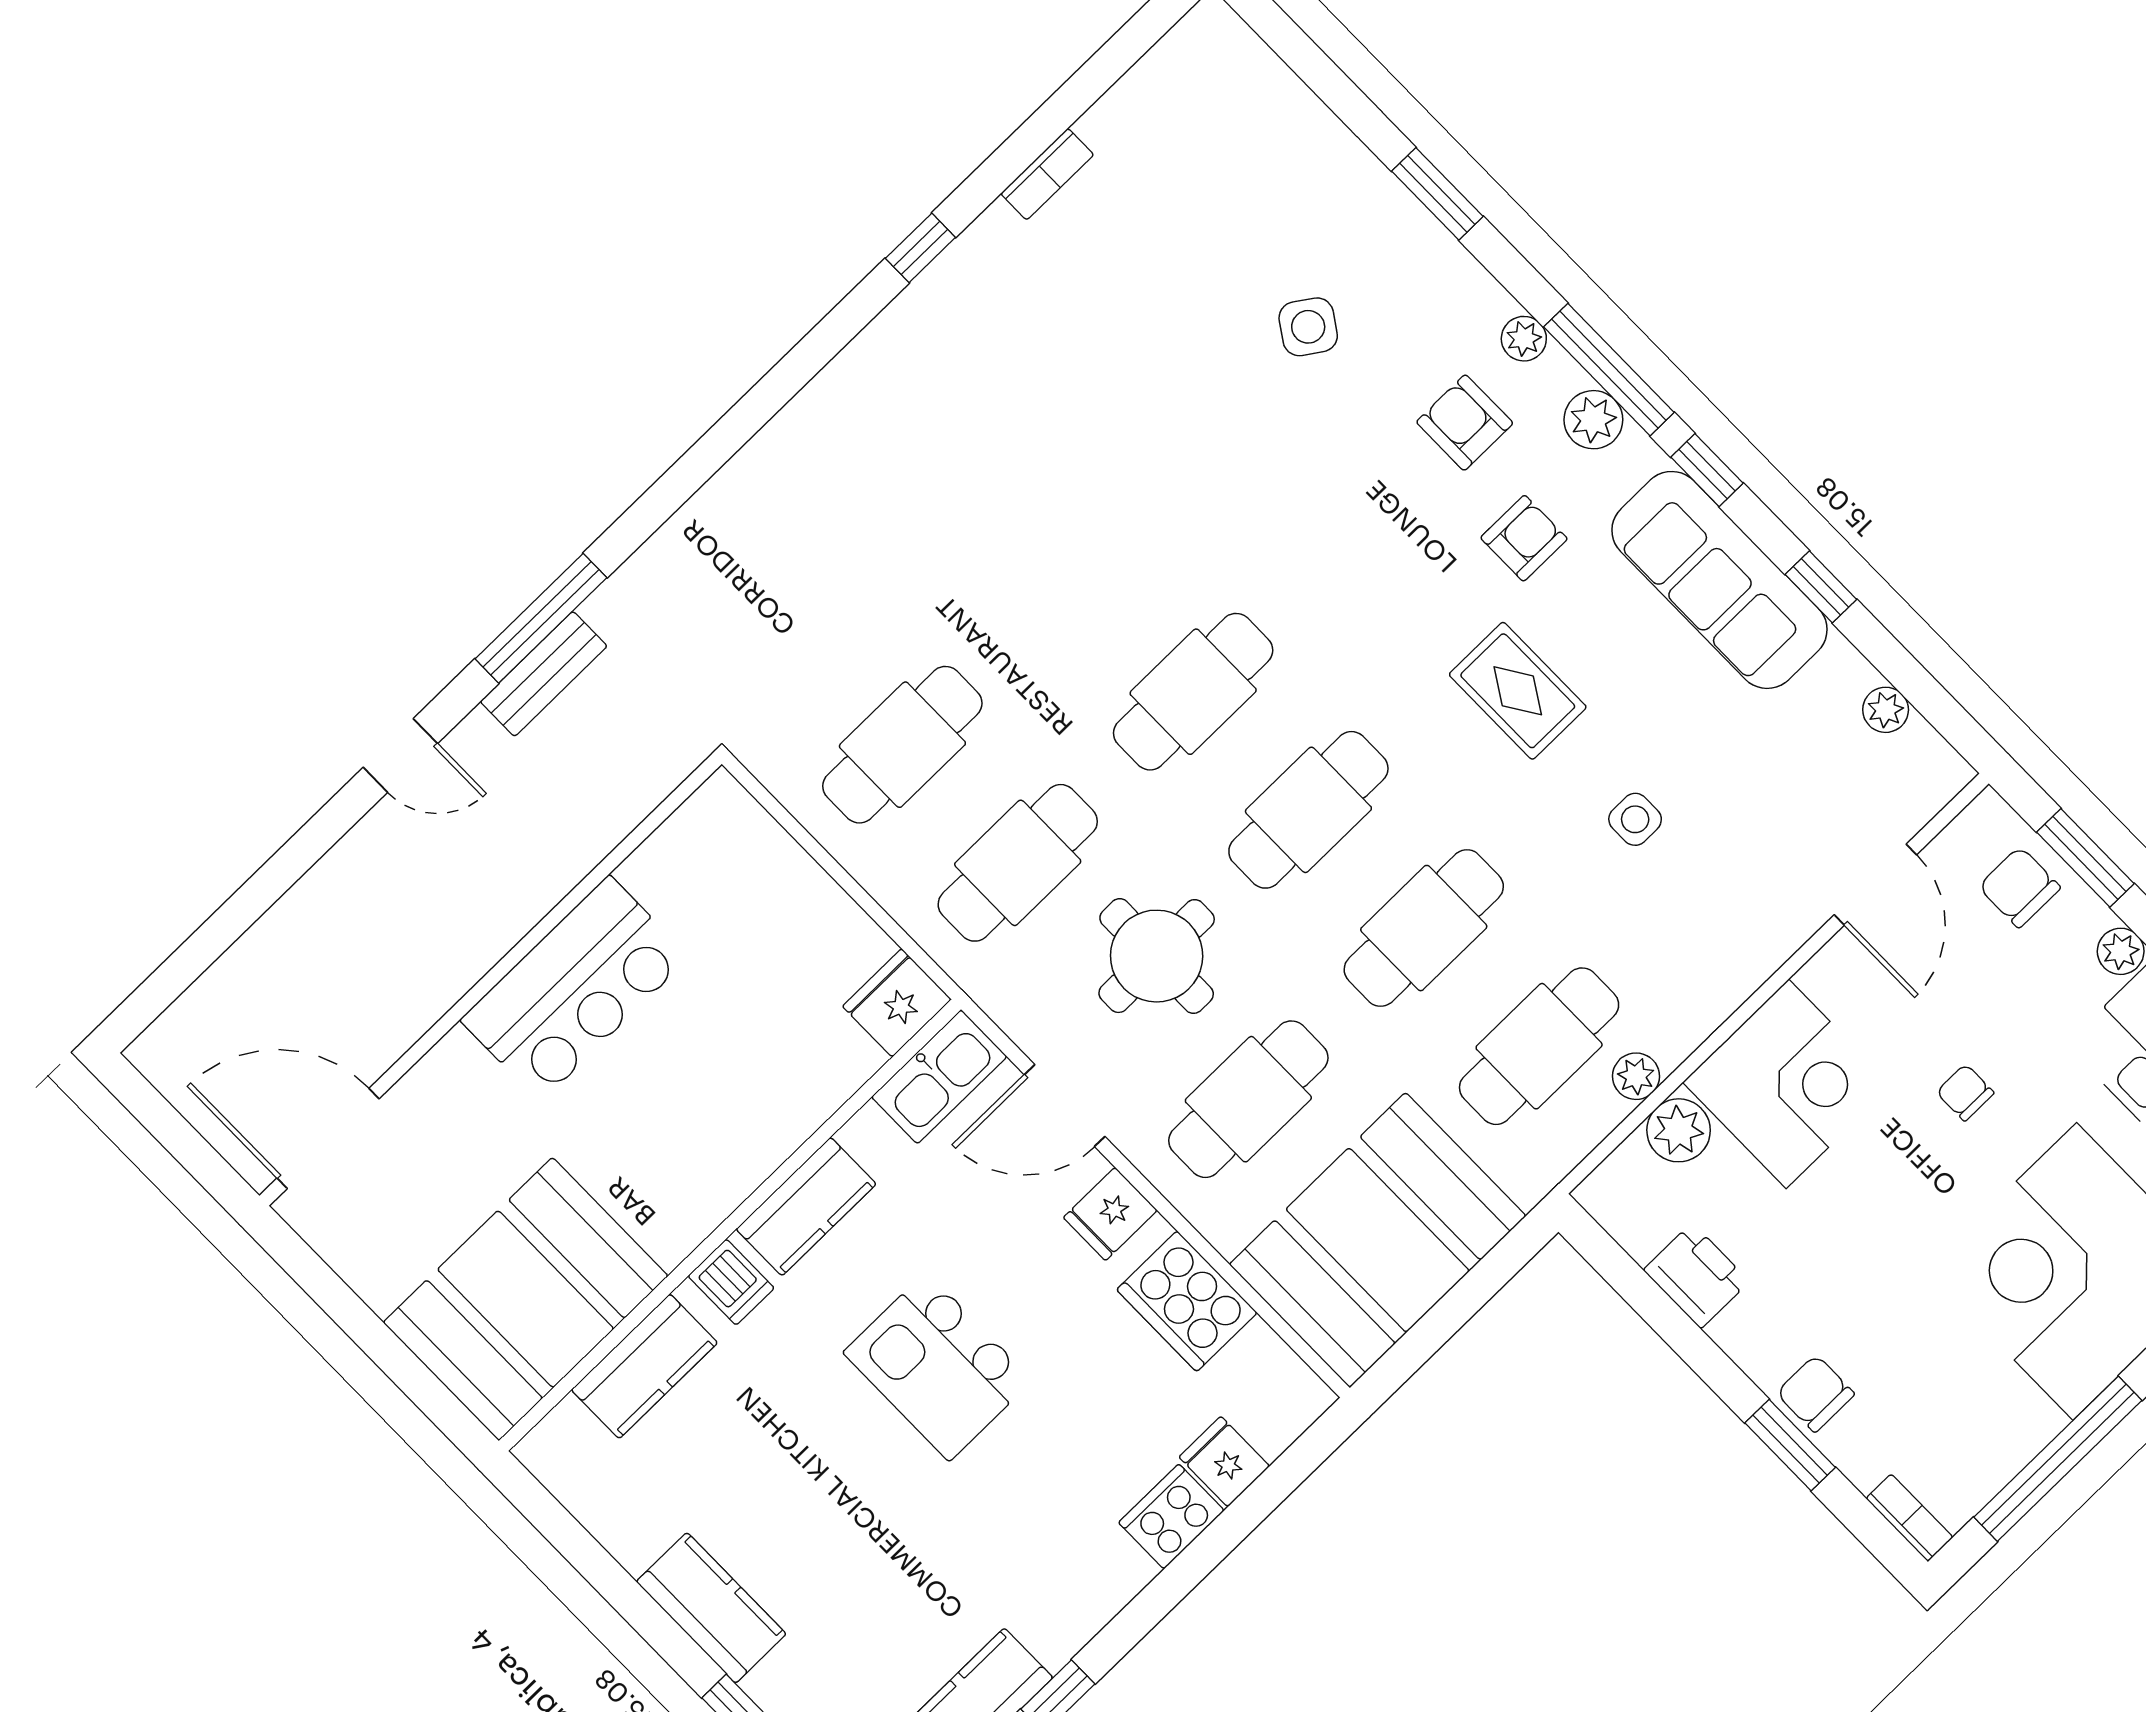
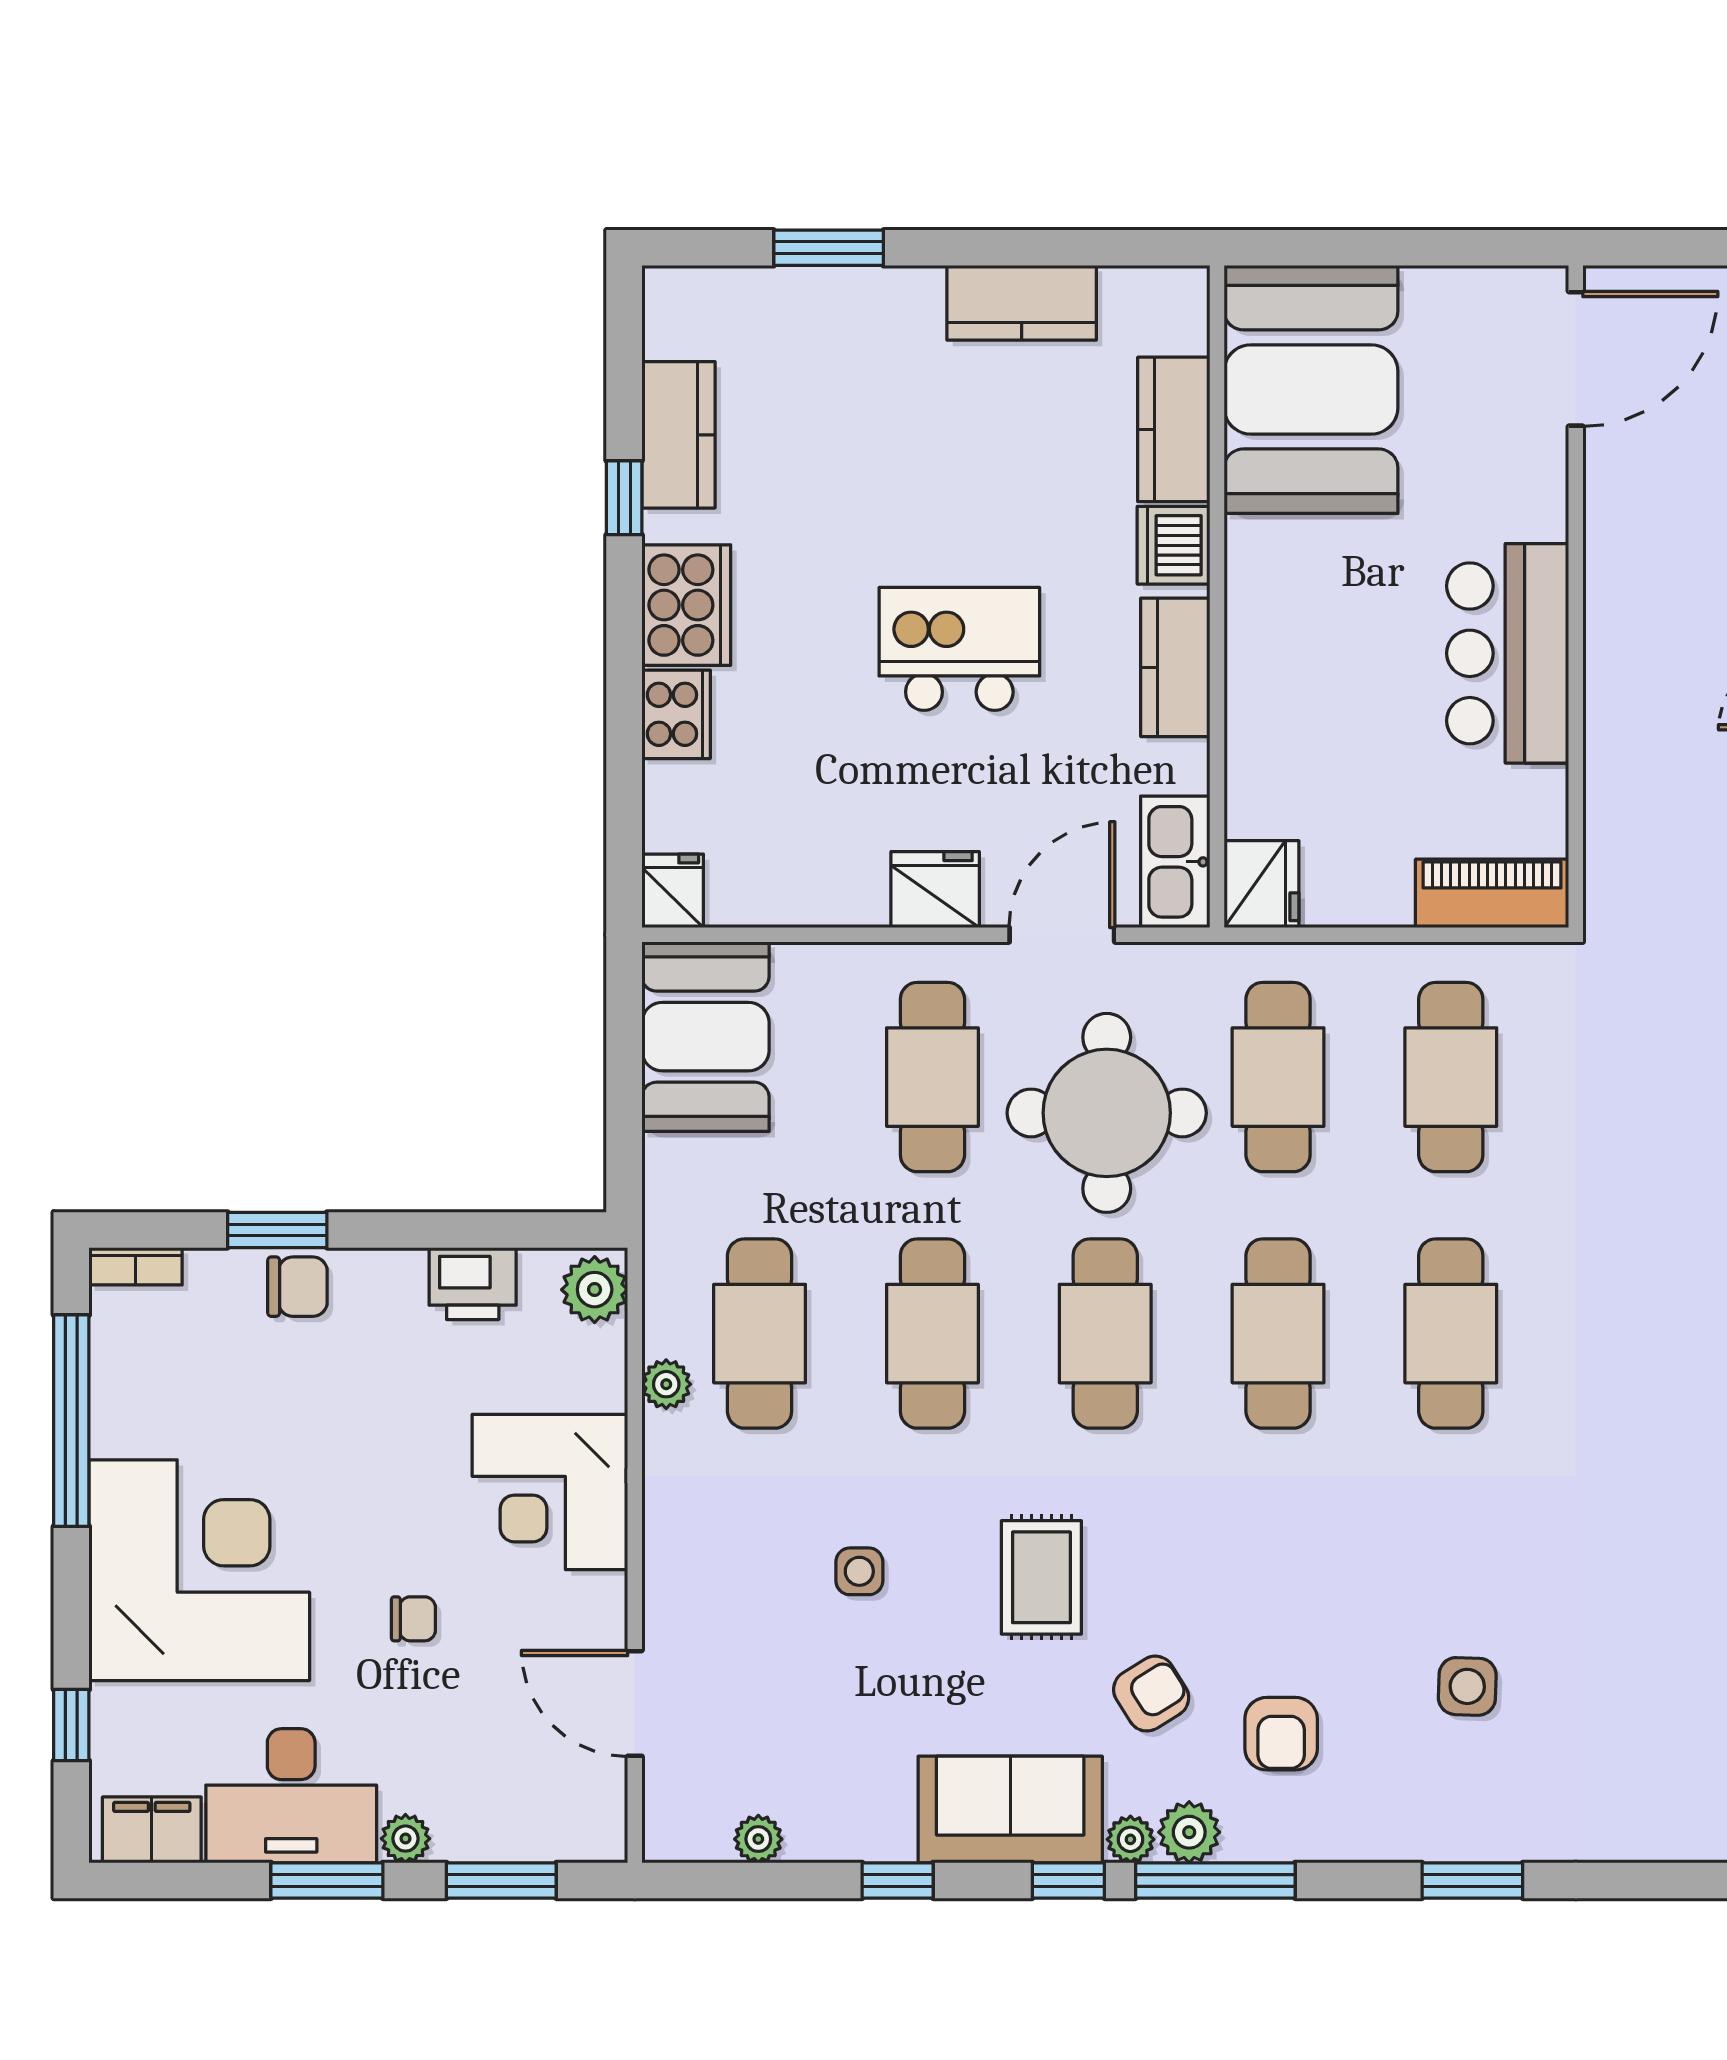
side table: (1308, 327) -> (1467, 1686), turned -32
plant: (1524, 339) -> (1130, 1839), moved
armchair: (1465, 423) -> (1281, 1734), turned 90
armchair: (1524, 538) -> (1151, 1694), turned -122
cafe table: (1078, 574) -> (1451, 1334), added
sofa: (1719, 580) -> (1010, 1810), width x0.73
rug: (1518, 691) -> (1041, 1577), turned 90
piano: (749, 839) -> (1492, 893), added
chair: (2019, 887) -> (528, 1810), removed
round table: (1157, 956) -> (1107, 1113), width x1.36, depth x1.36
plant: (1679, 1130) -> (595, 1290), moved
fridge: (1110, 1214) -> (935, 890), width x1.38
booth: (1378, 1240) -> (705, 1037), width x0.73, depth x0.70
dishwasher: (731, 1282) -> (1174, 545), width x1.38
cooker: (1187, 1301) -> (686, 605), moved, turned 90
fridge: (1224, 1462) -> (673, 891), moved, turned -90
kitchen counter: (711, 1608) -> (1022, 303), moved

